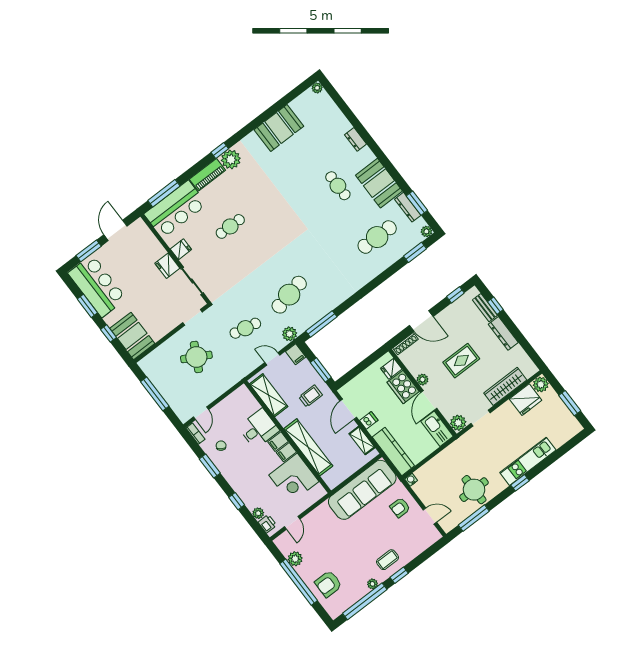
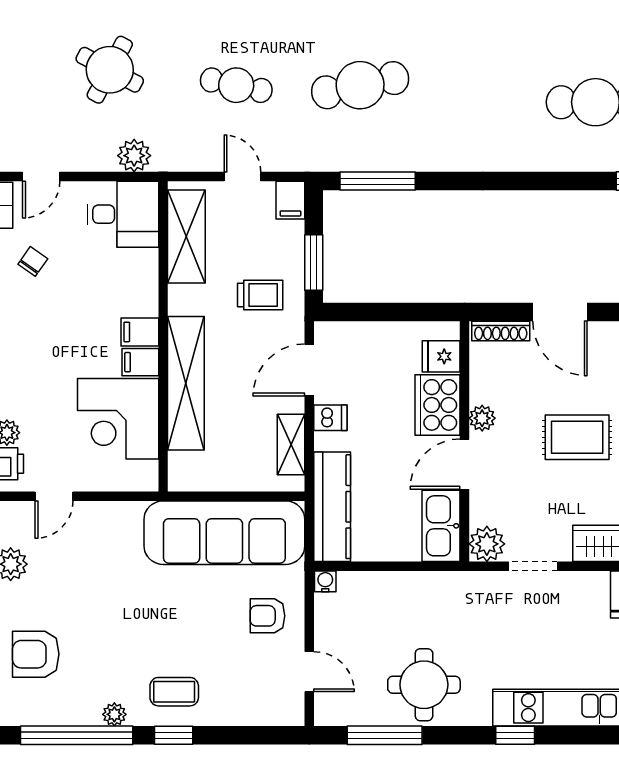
plant: (290, 334) -> (134, 156), moved
desk: (259, 429) -> (123, 214), moved

